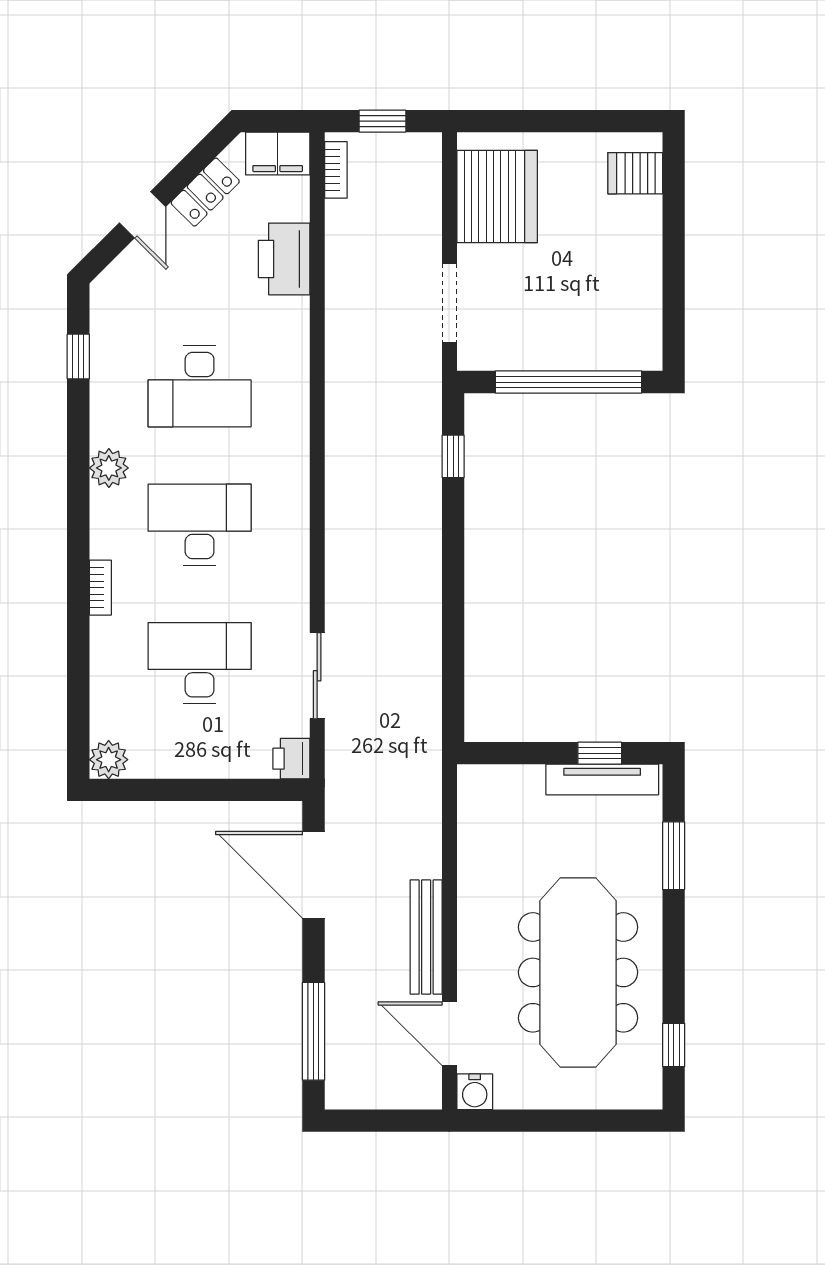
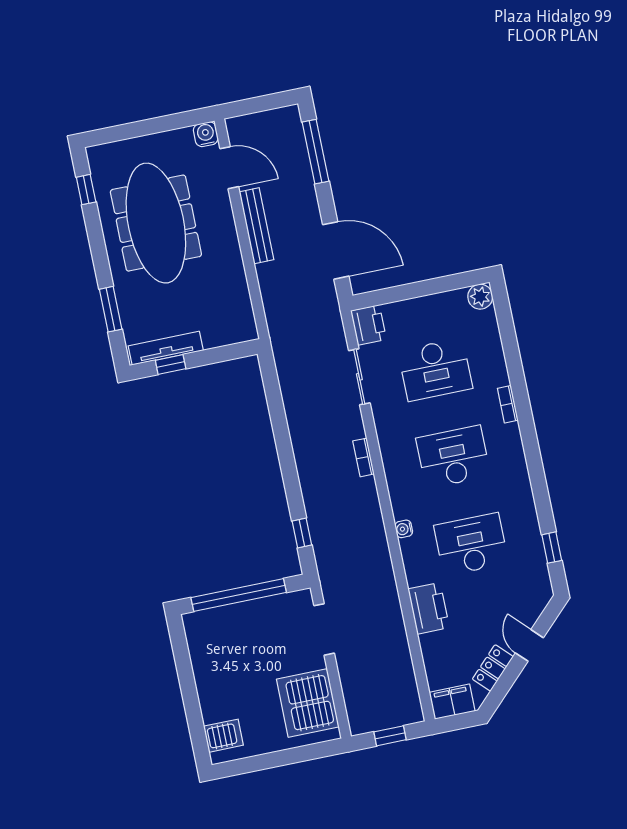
bookcase: (336, 170) -> (364, 457), moved
printer: (284, 259) -> (429, 608), moved
water cooler: (297, 431) -> (404, 529), added
plant: (109, 468) -> (518, 481), removed
desk: (200, 525) -> (453, 457), turned 180
printer: (291, 759) -> (369, 325), width x1.36, depth x1.24

